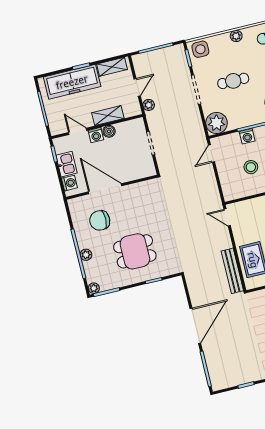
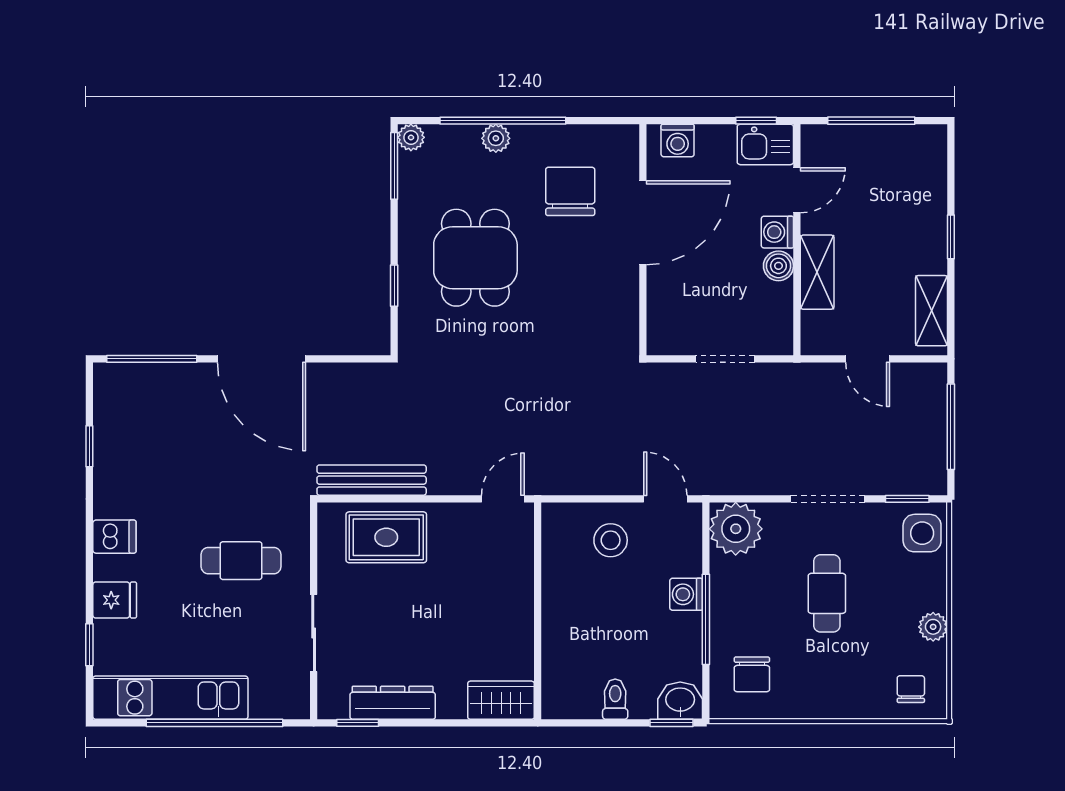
freezer: (72, 82) -> (919, 206), removed
plant: (149, 105) -> (819, 376), removed
kitchen sink: (66, 164) -> (765, 144), moved
stool: (251, 167) -> (611, 540), moved

